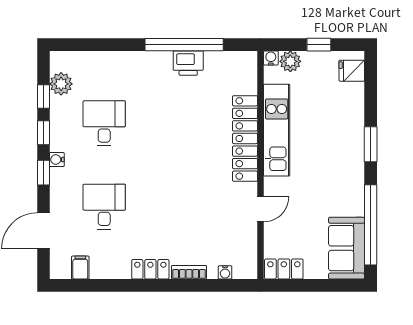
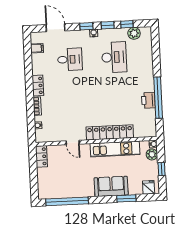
desk: (104, 123) -> (114, 57), width x1.37
window: (371, 144) -> (126, 198), moved
sofa: (347, 248) -> (111, 186), moved

